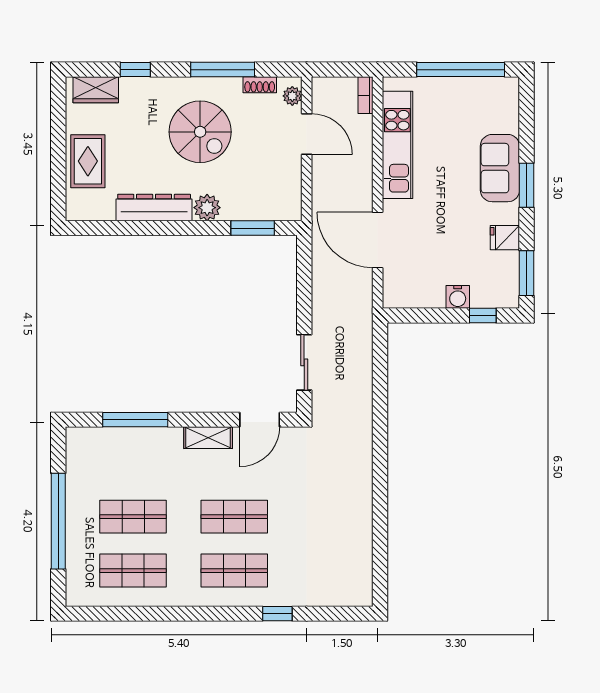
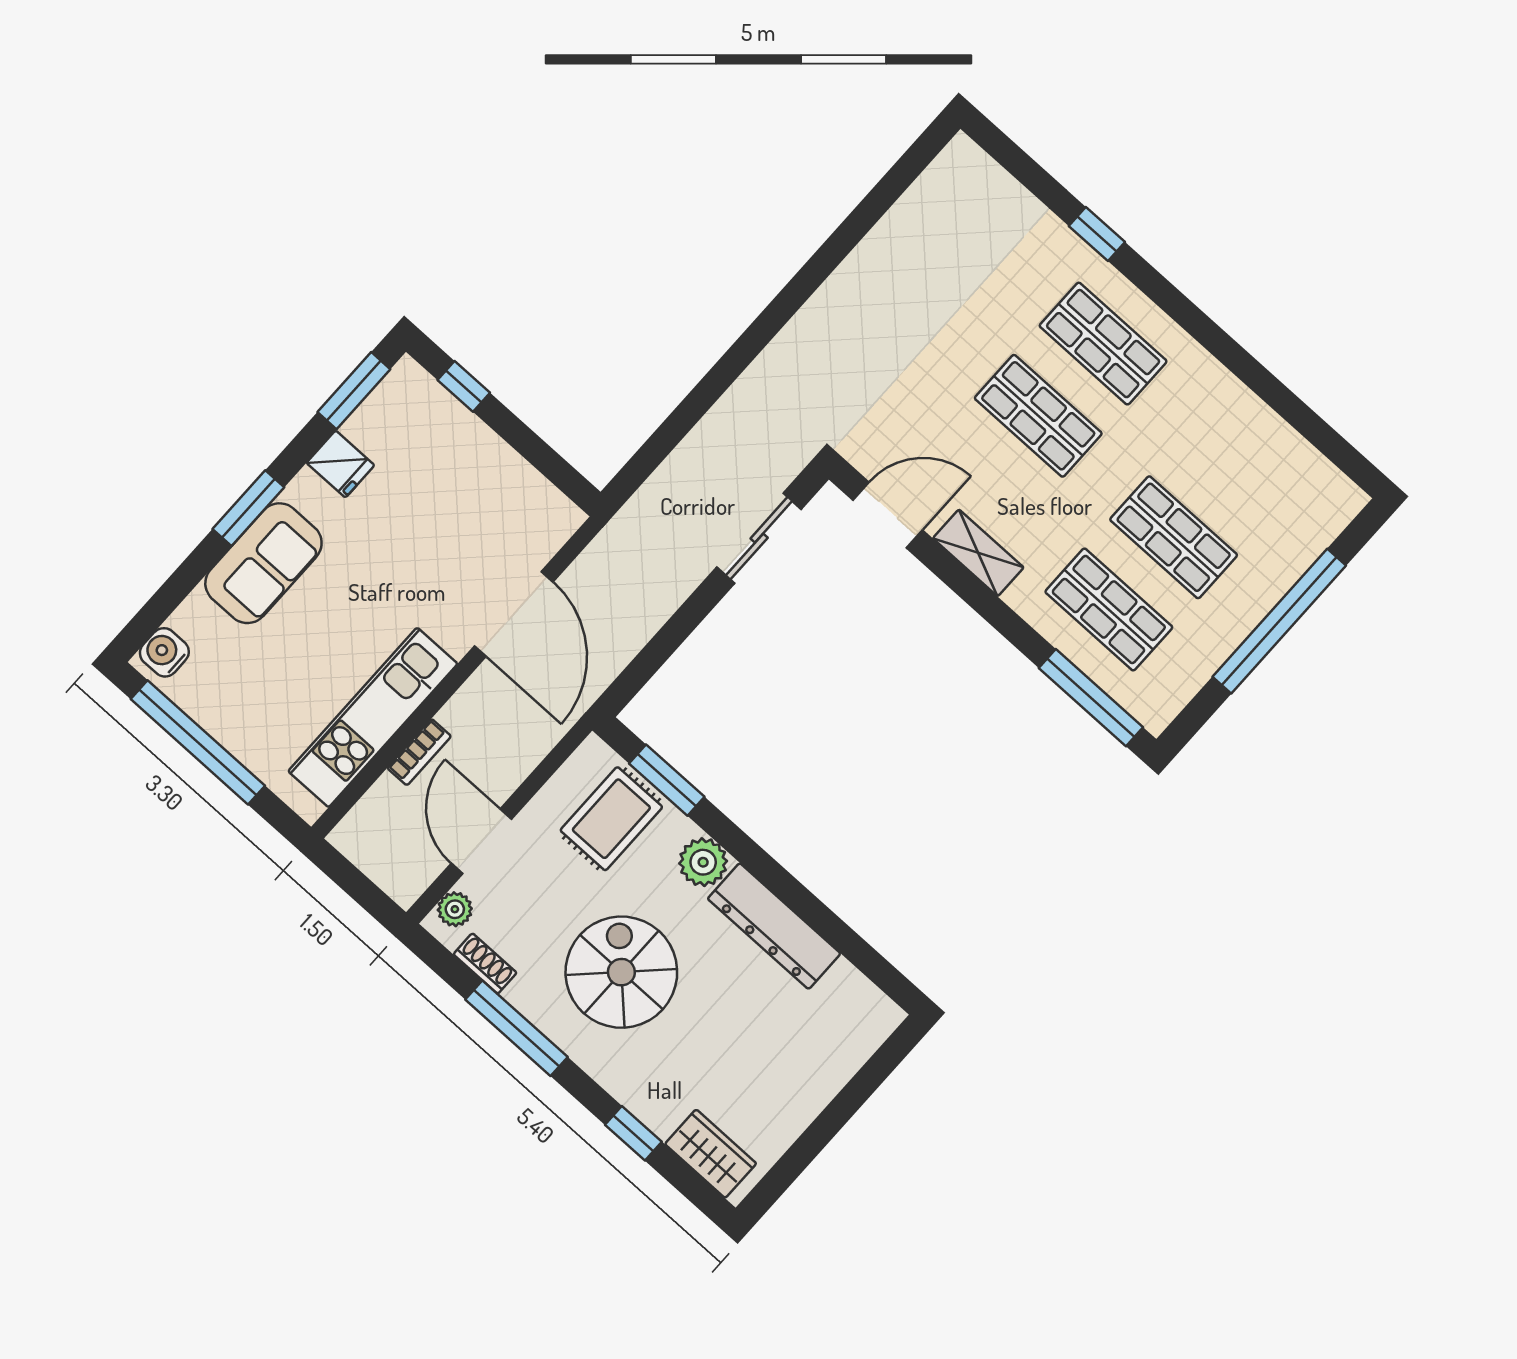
bookcase: (365, 95) -> (419, 752), moved
rug: (88, 161) -> (611, 819), moved
water cooler: (458, 297) -> (164, 652), moved, turned -90
window: (135, 420) -> (1091, 698), moved
shop shelf: (133, 571) -> (1109, 609), moved

